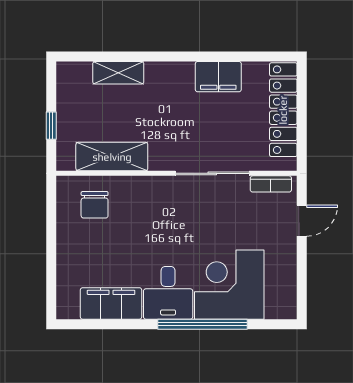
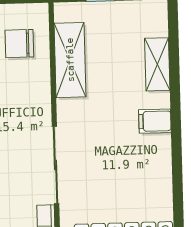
filing cabinet: (218, 77) -> (155, 121), moved, width x0.50

